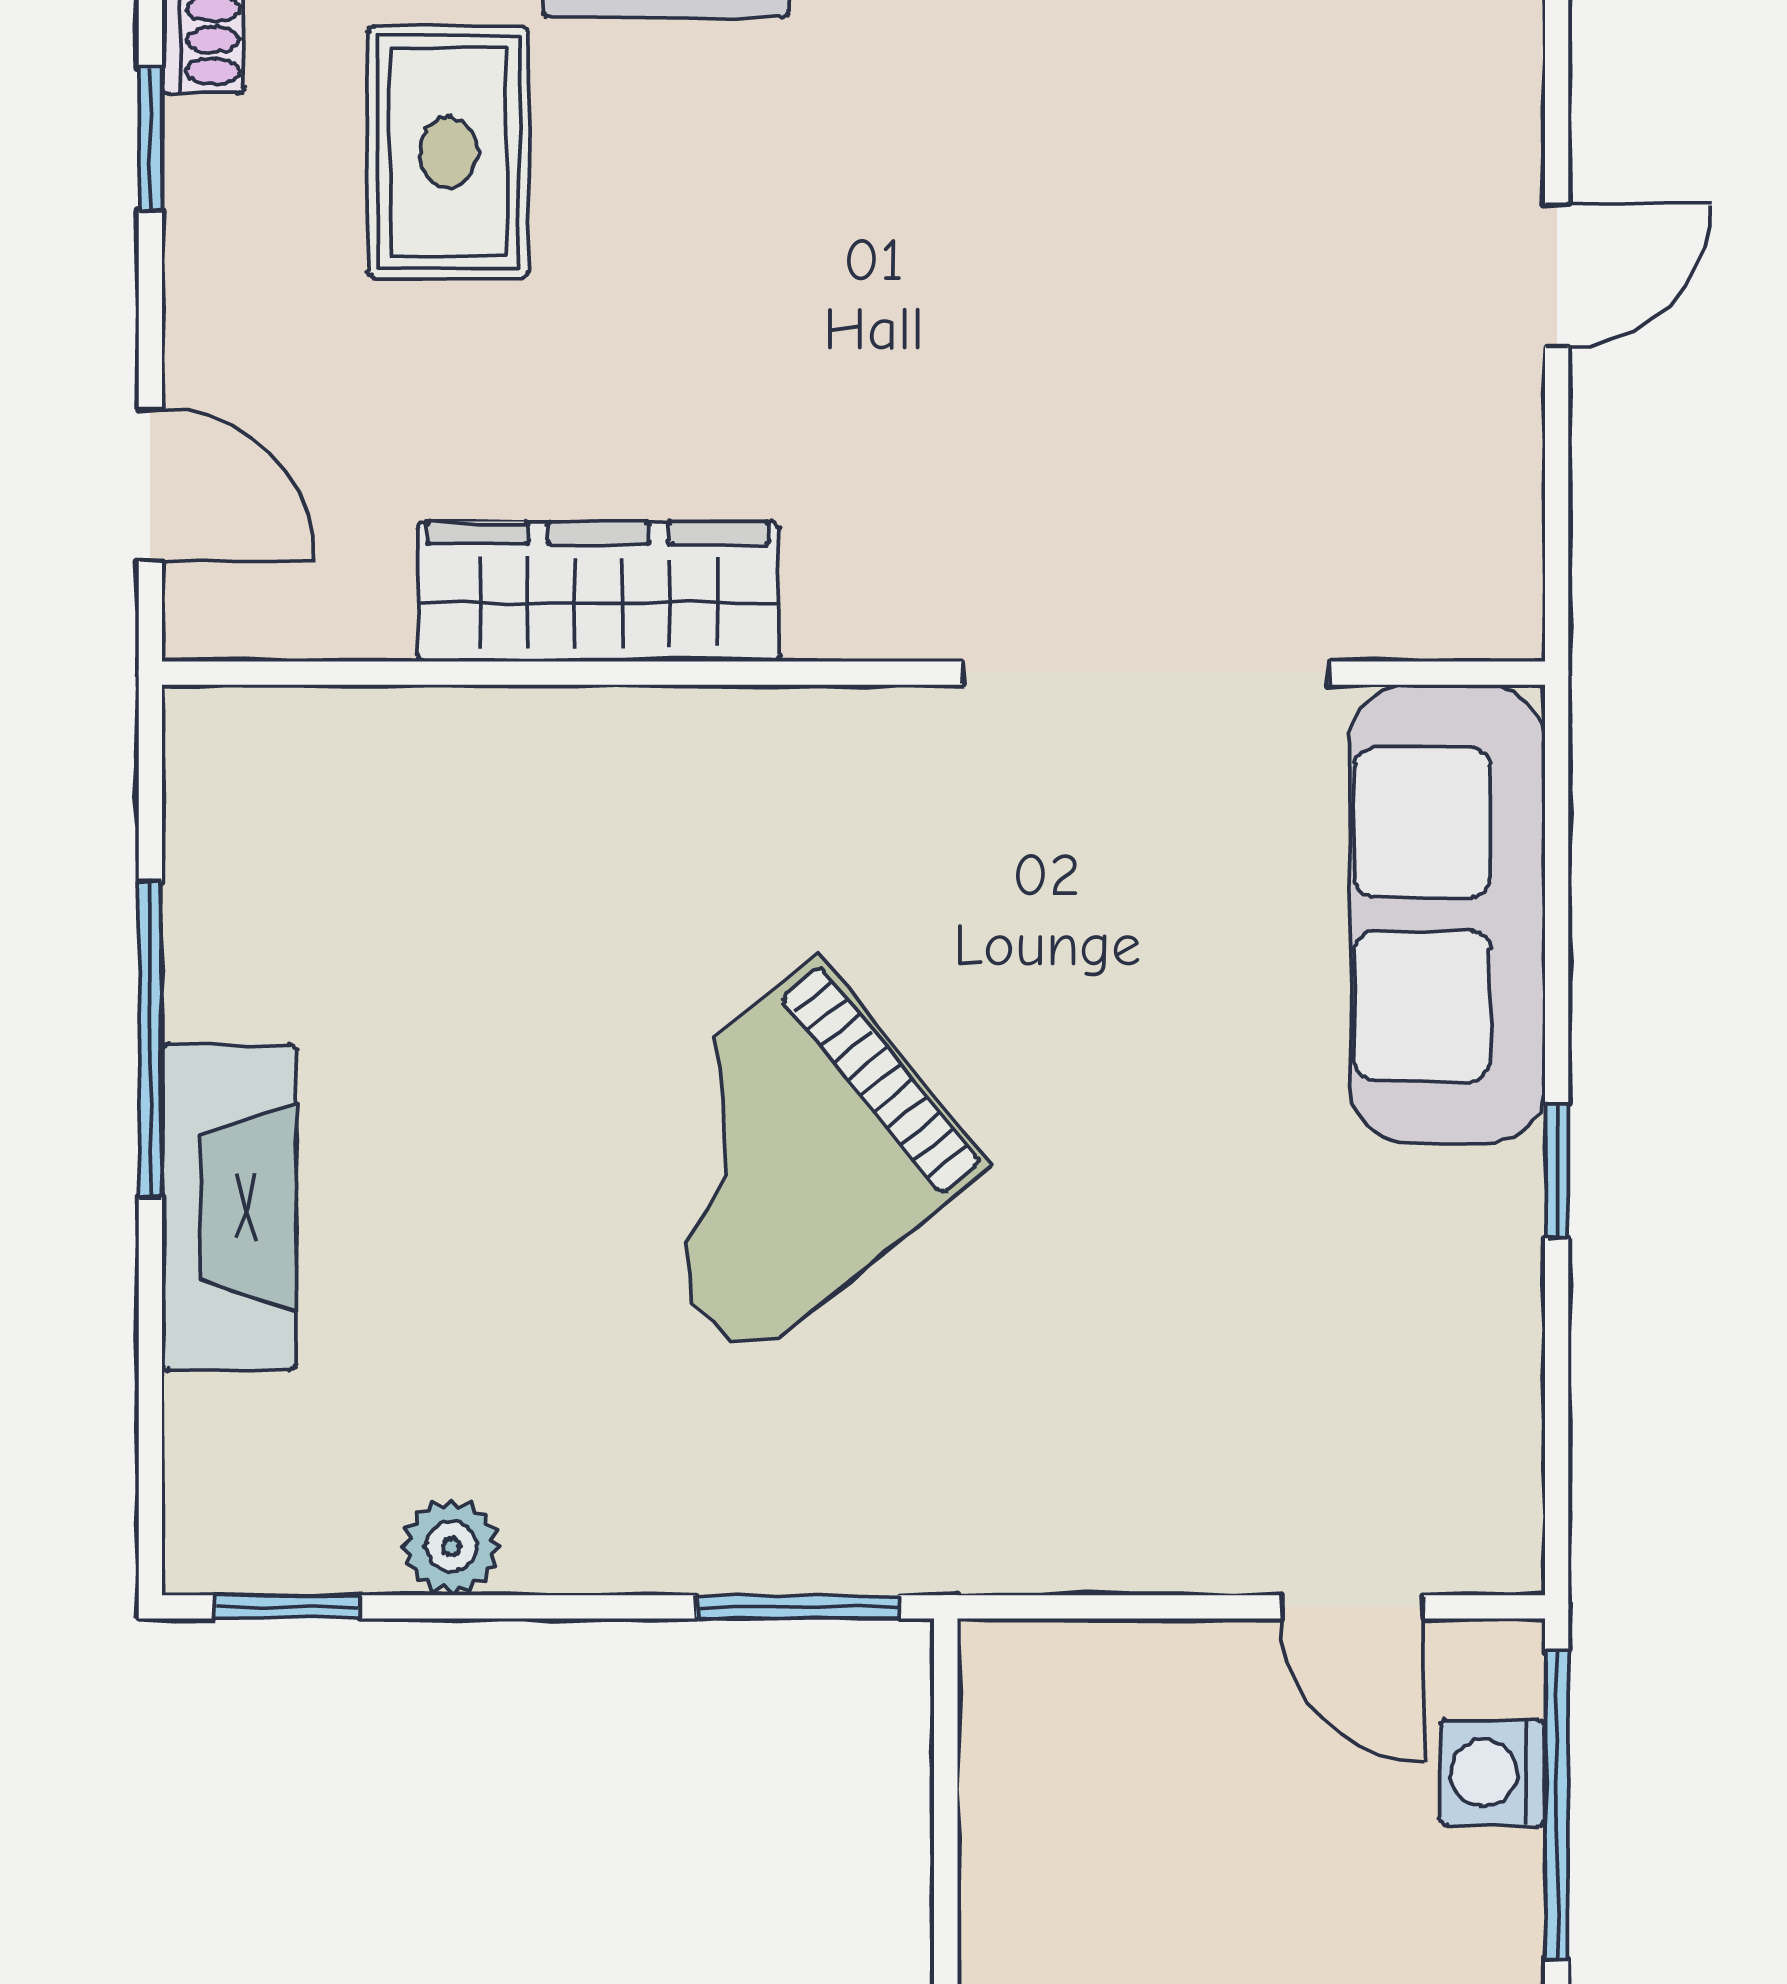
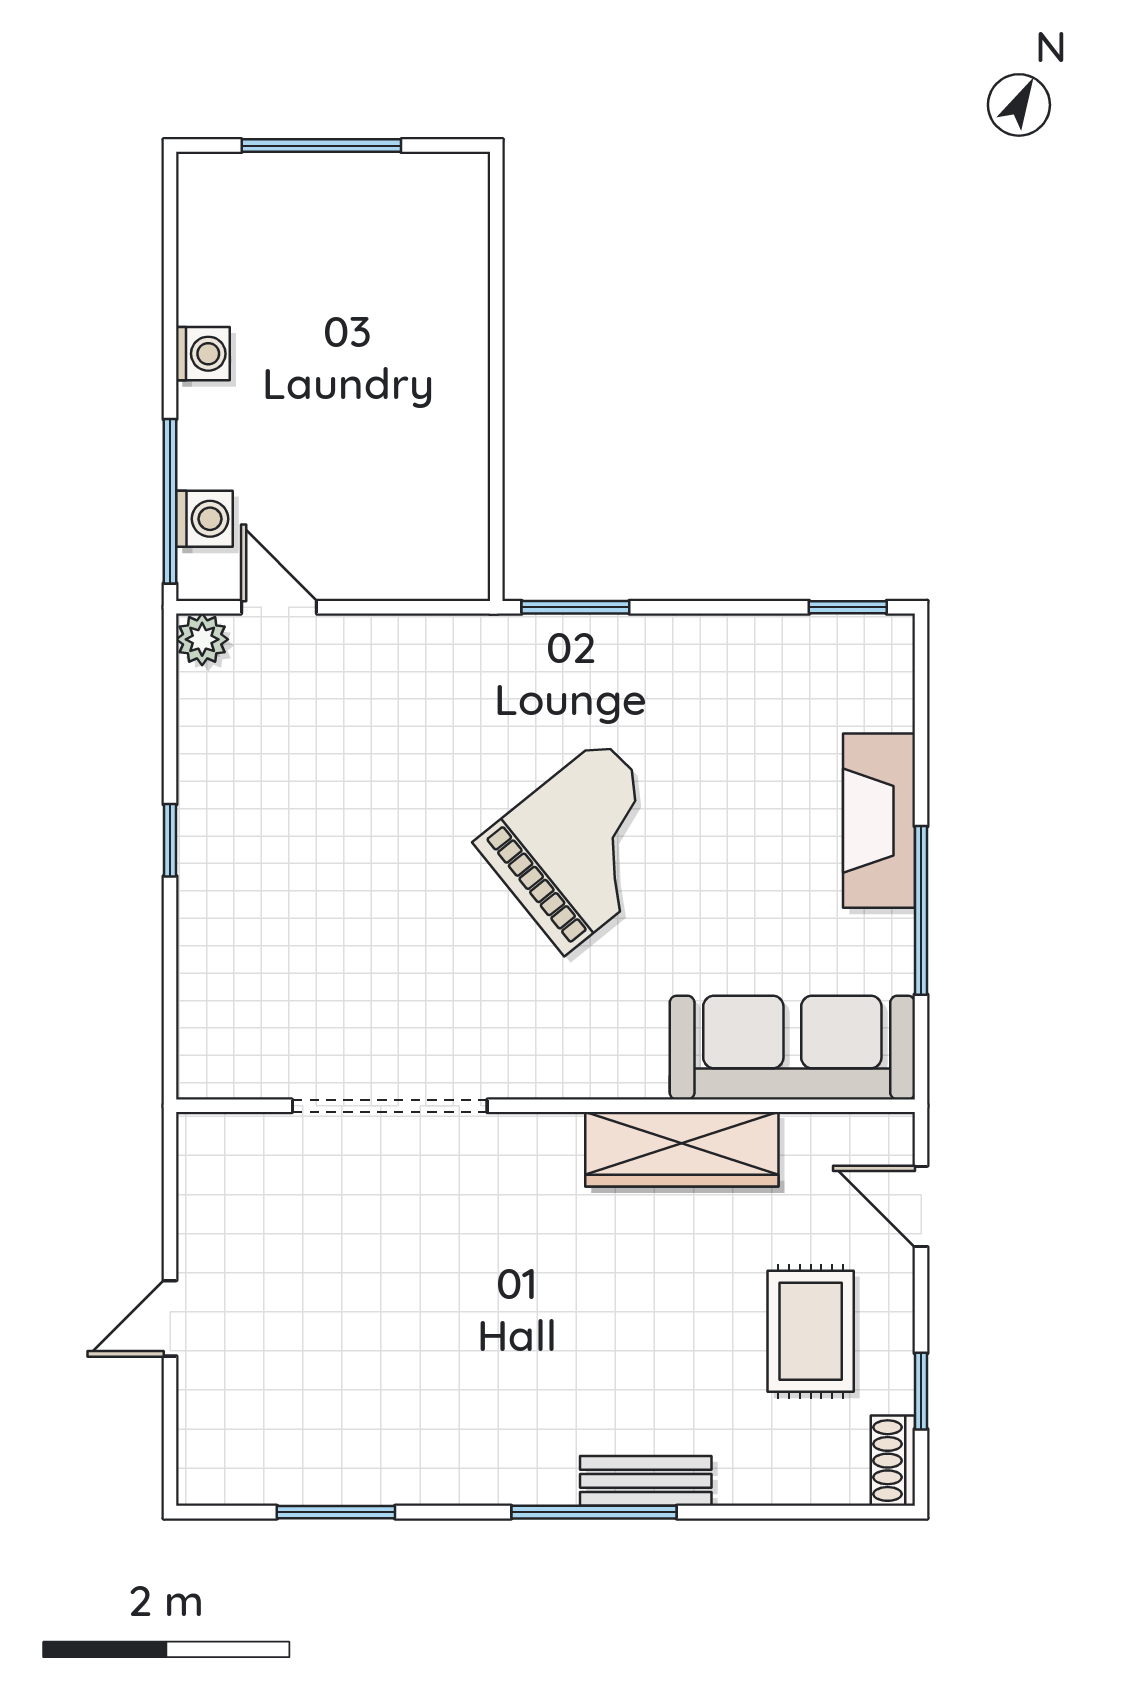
rug: (448, 152) -> (811, 1331), moved
sofa: (1448, 914) -> (792, 1048), moved, turned -90
plant: (452, 1547) -> (202, 639), moved

